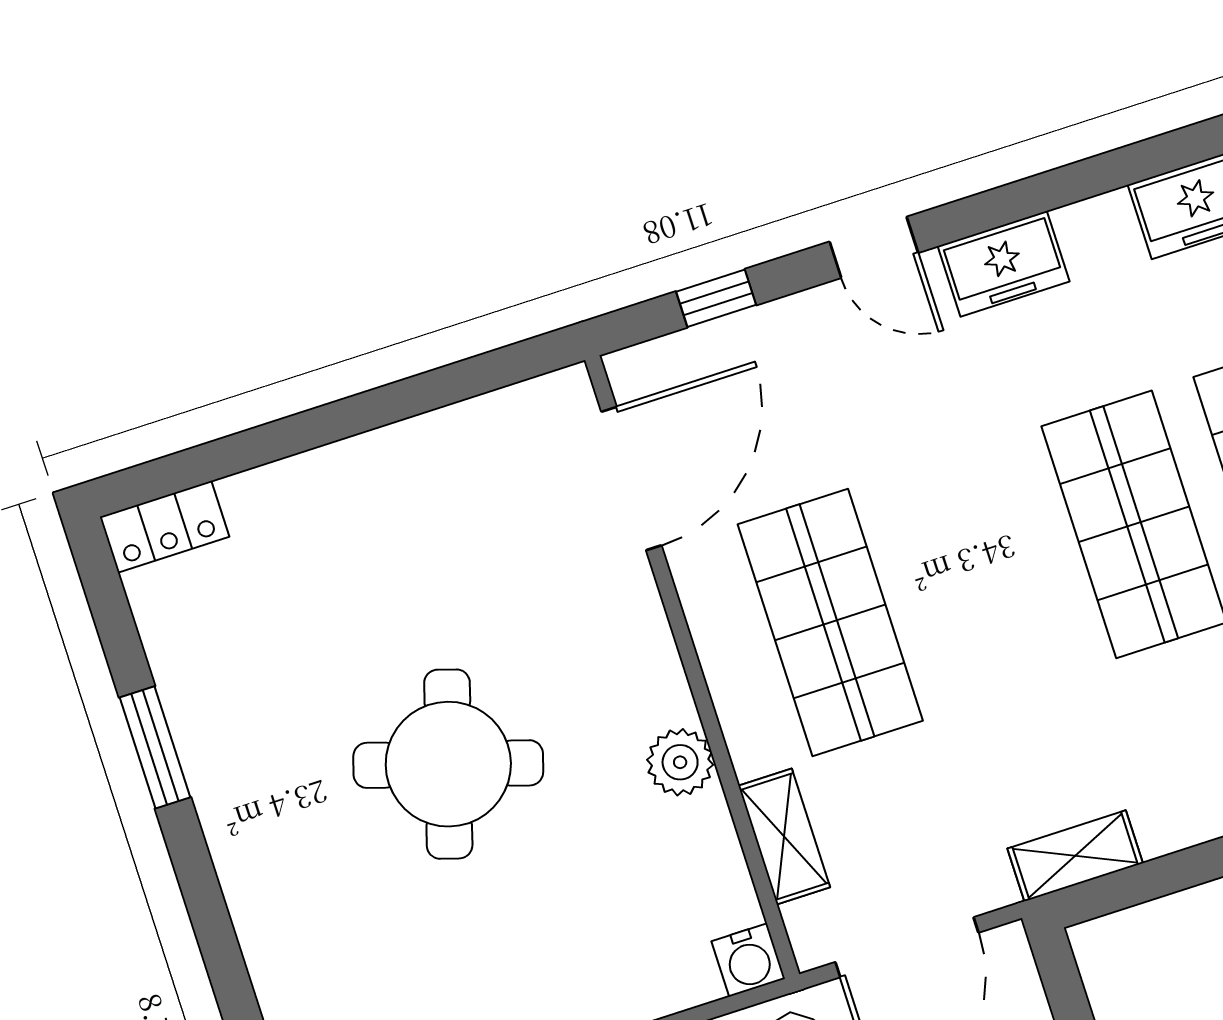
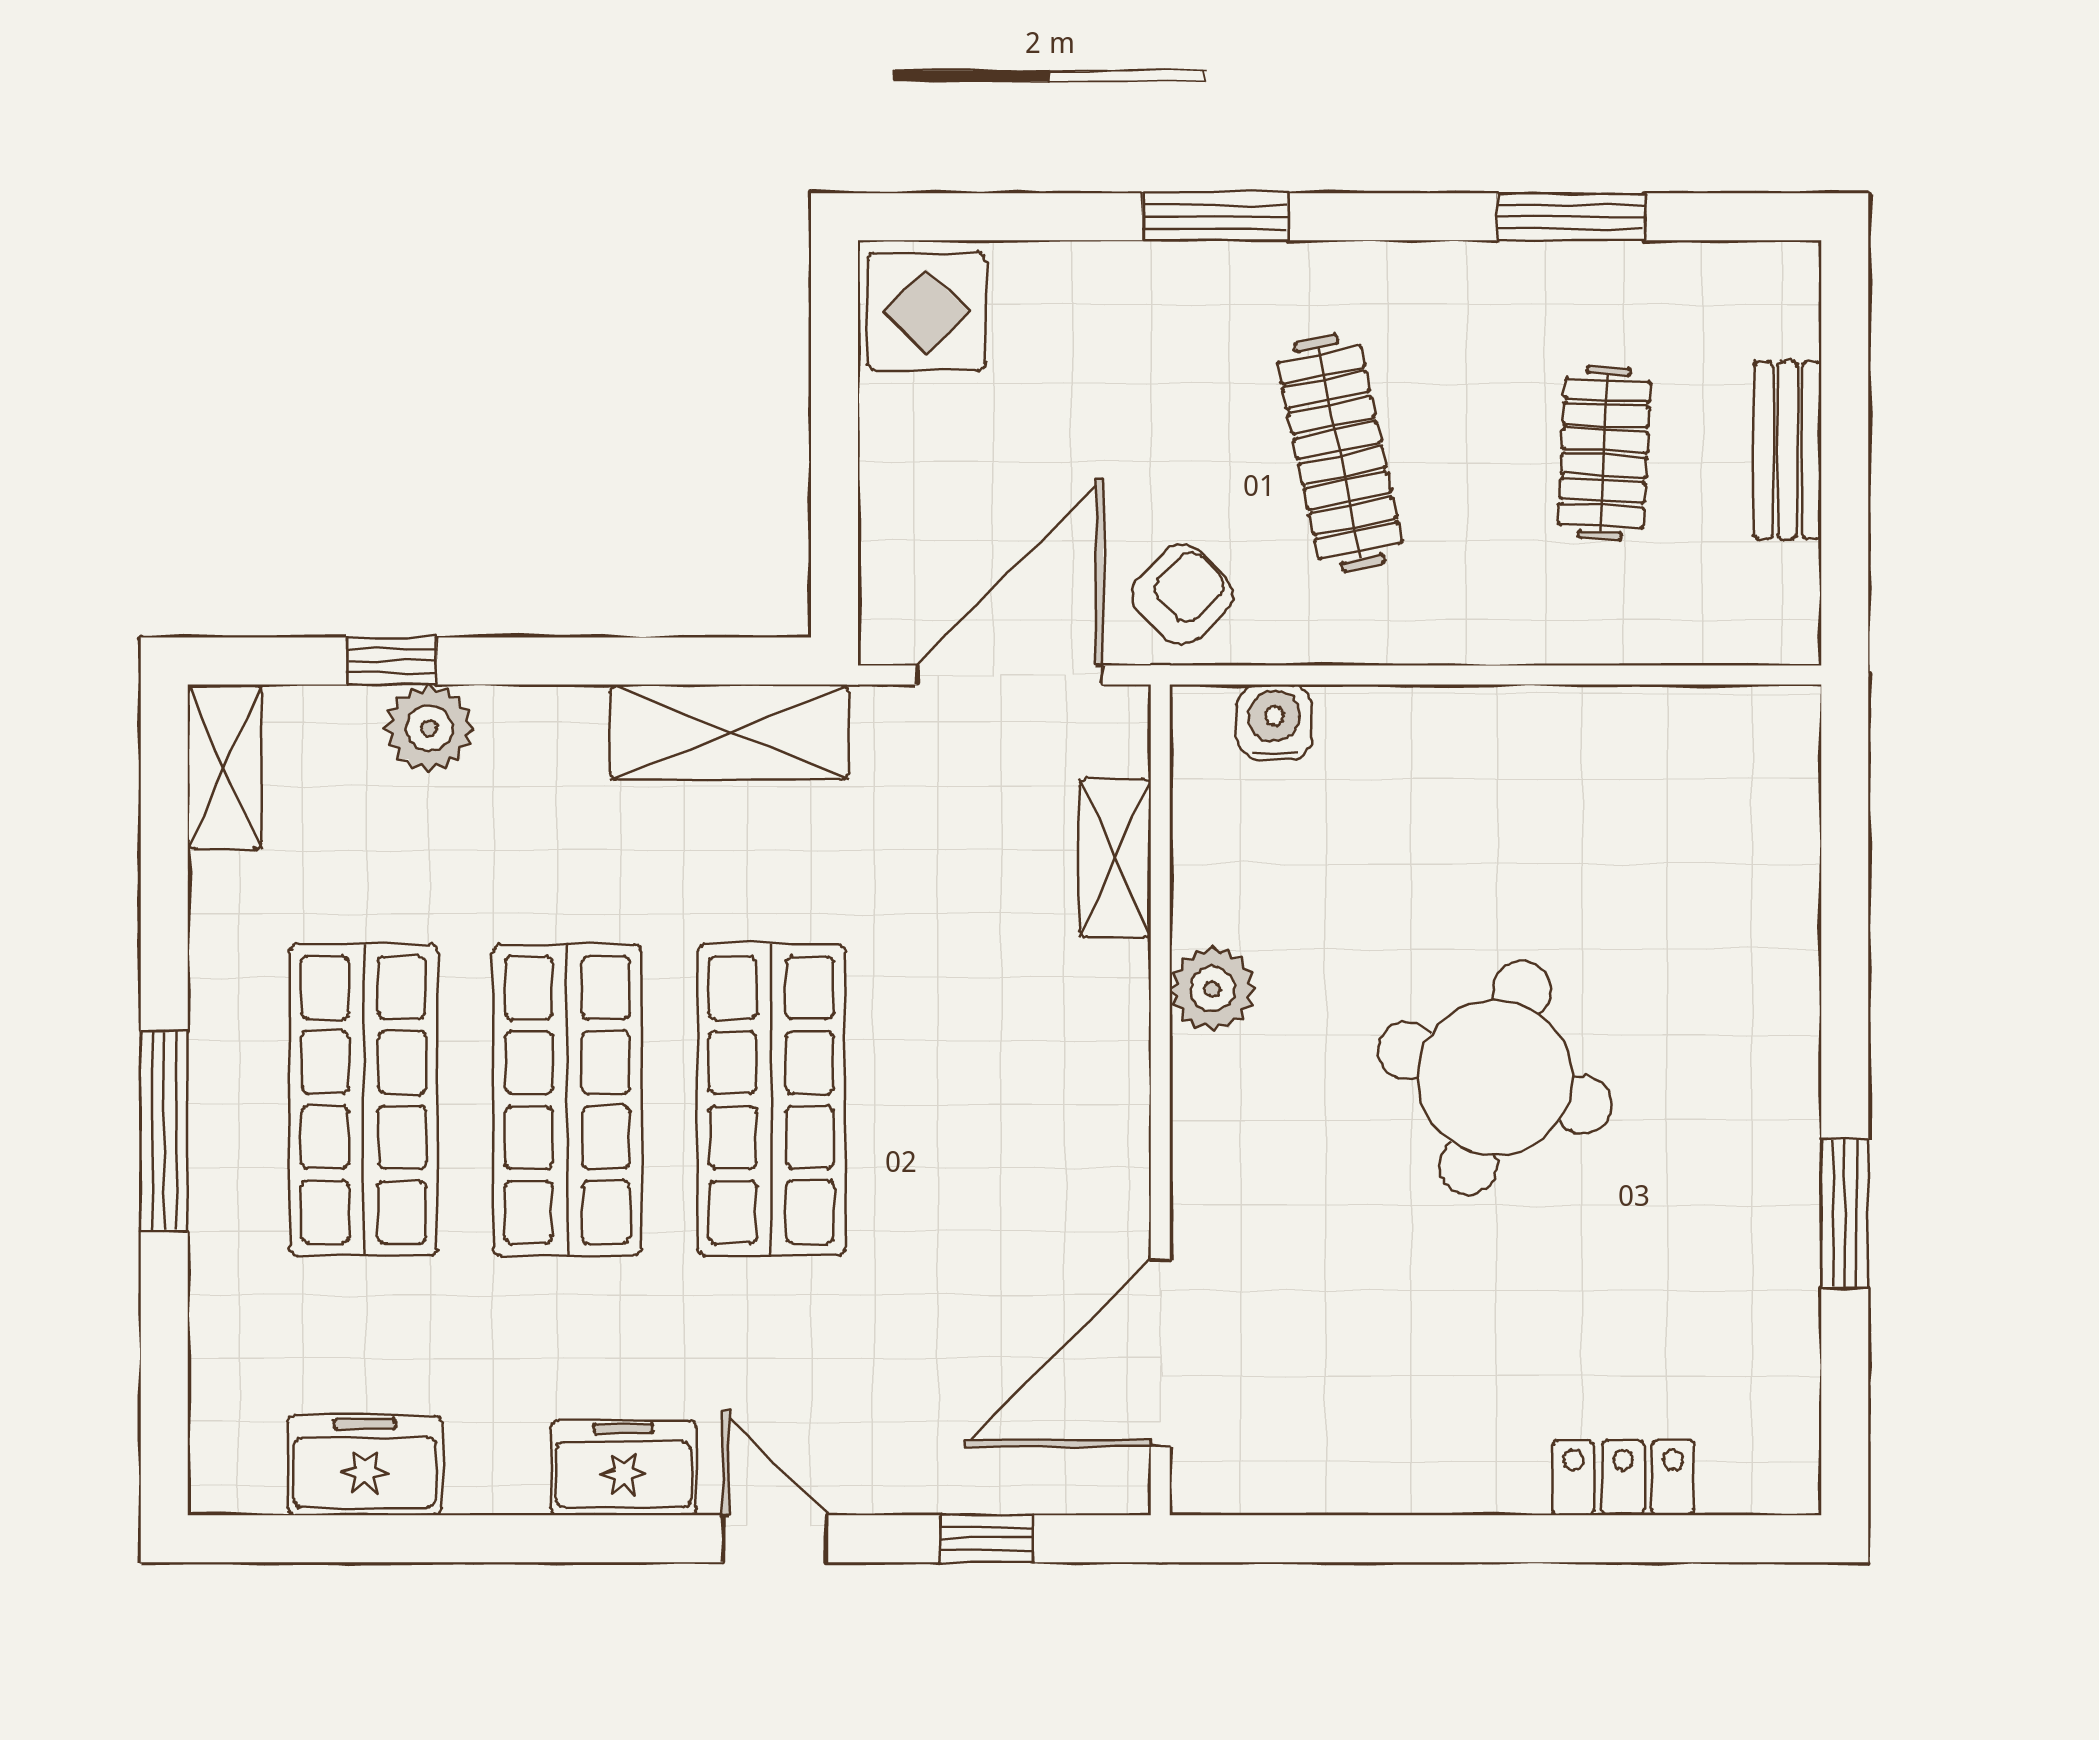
locker: (164, 527) -> (1623, 1478), moved
shop shelf: (830, 623) -> (771, 1100), moved
shelving: (1075, 856) -> (729, 732), width x1.50, depth x1.33
water cooler: (748, 960) -> (1274, 722), moved

